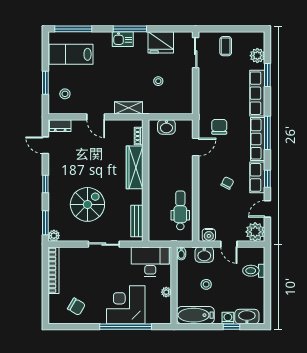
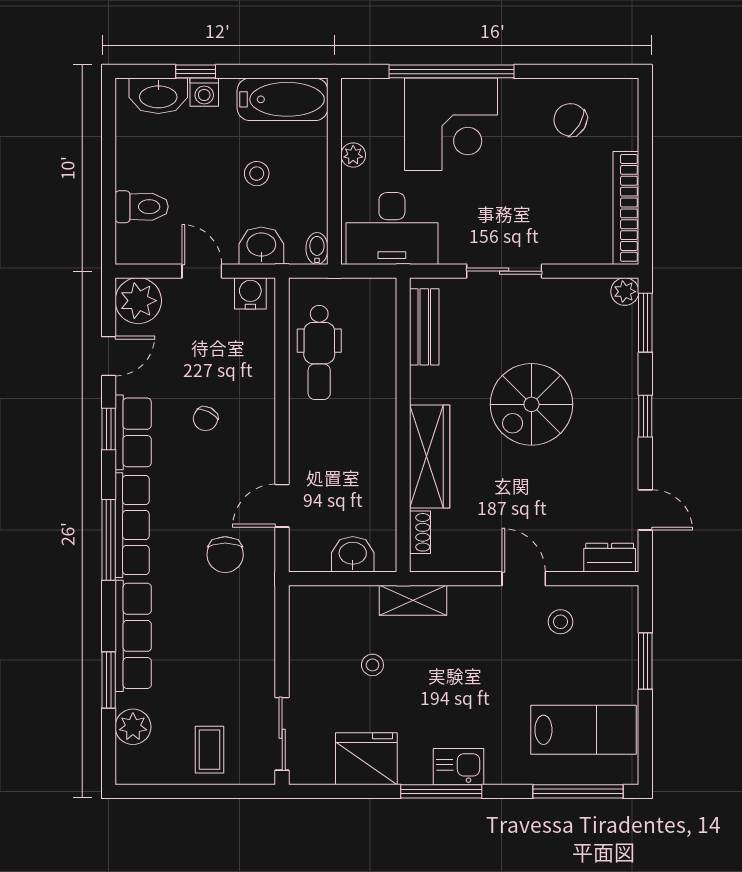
stool: (65, 94) -> (560, 622), moved
shelving: (129, 108) -> (413, 600), moved
spiral stairs: (87, 204) -> (531, 404), moved

